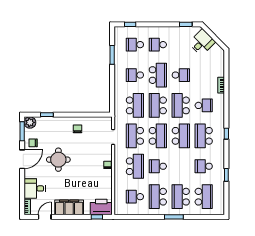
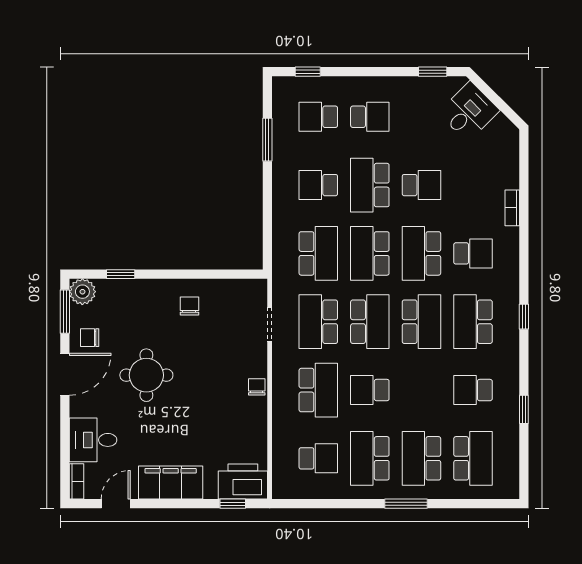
school desk: (158, 45) -> (370, 117), turned 180
school desk: (158, 75) -> (370, 185), turned 180
school desk: (135, 197) -> (318, 458), turned 180

